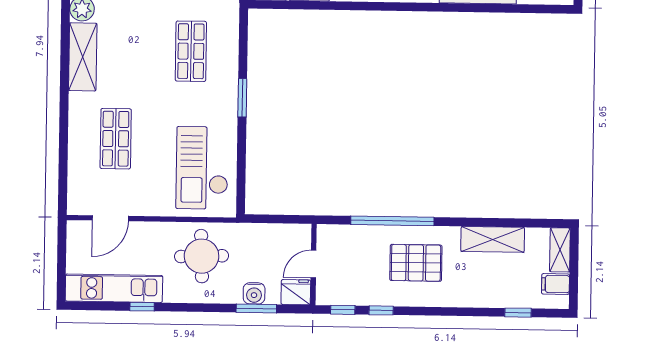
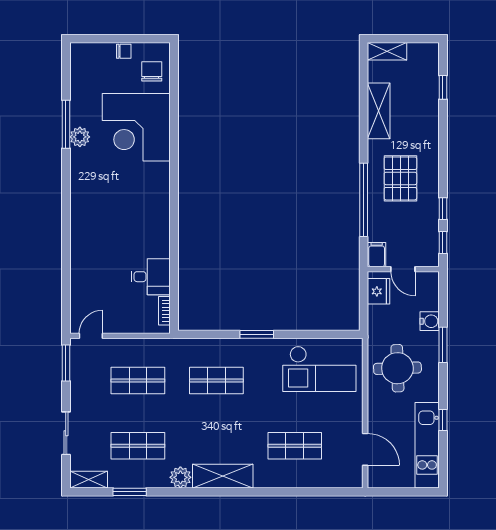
filing cabinet: (556, 284) -> (377, 255), moved, turned 180
fridge: (296, 292) -> (379, 291), moved, turned 180
window: (256, 308) -> (443, 345), moved

